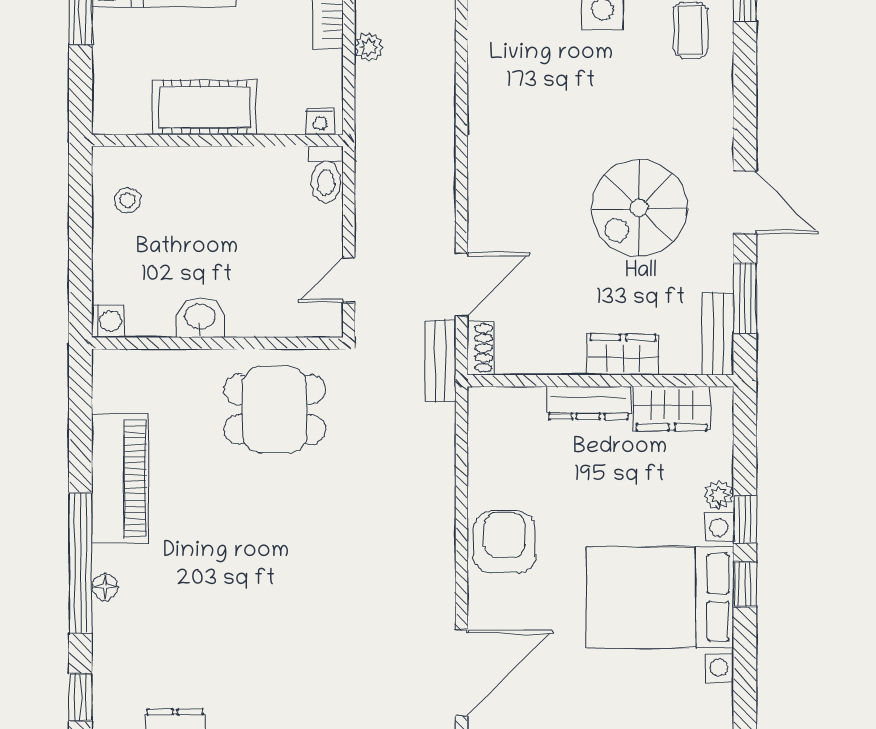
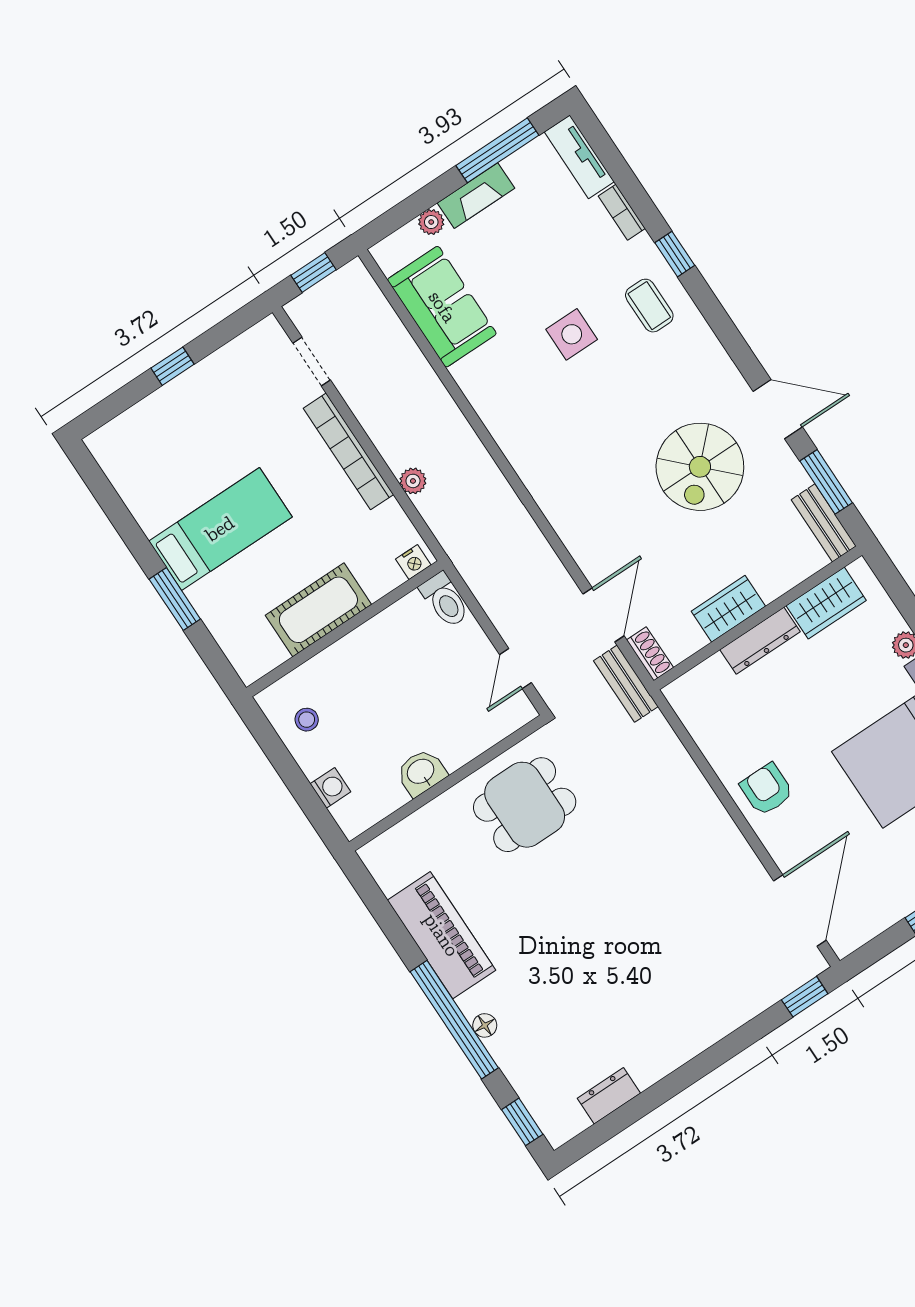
washing machine: (108, 321) -> (330, 788), moved
wardrobe: (623, 355) -> (728, 609), moved
armchair: (504, 542) -> (767, 789), width x0.72, depth x0.72

